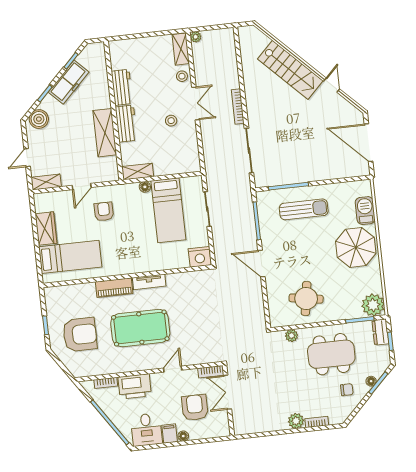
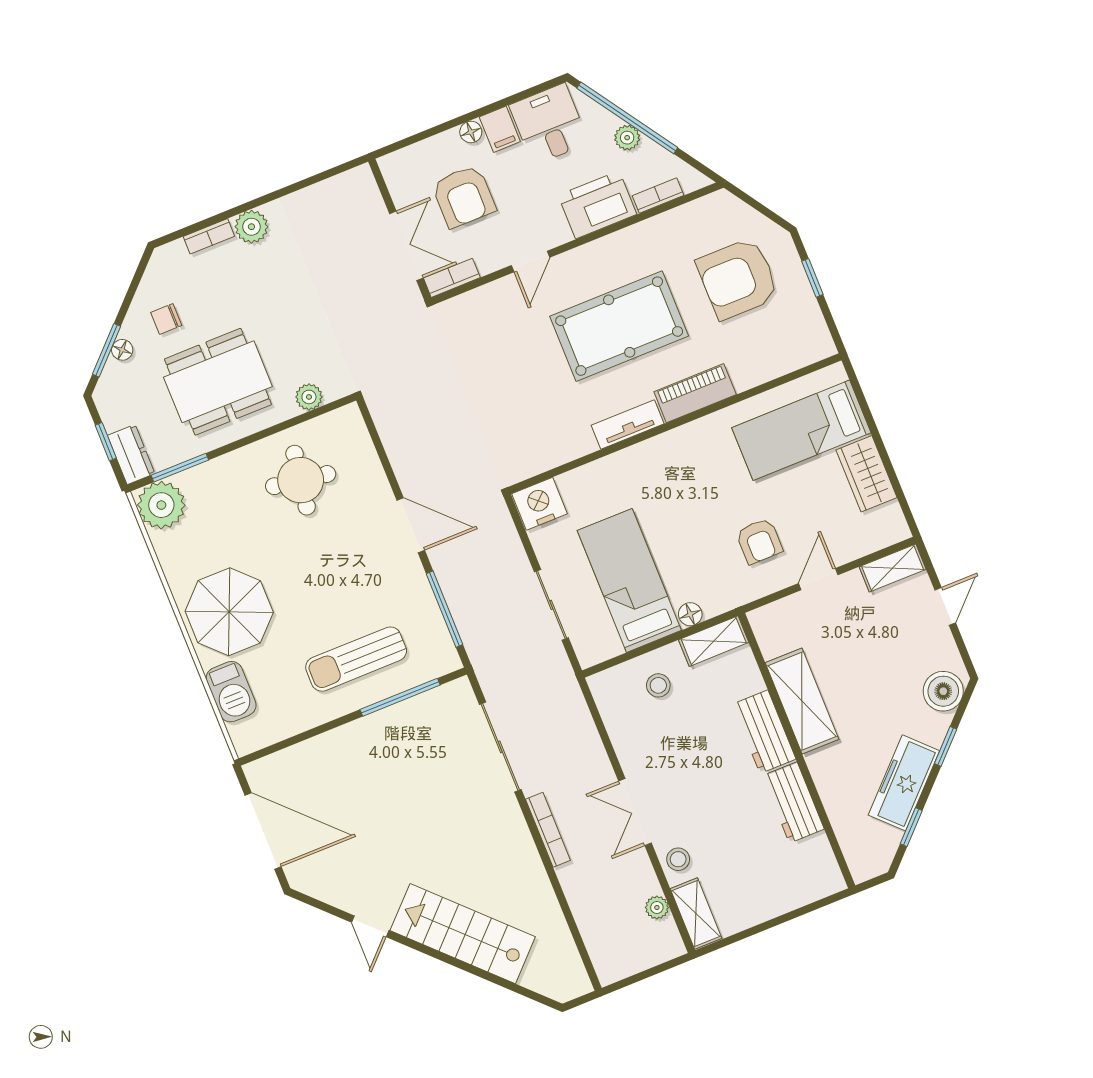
plant: (196, 37) -> (657, 907), moved
stool: (171, 121) -> (658, 685), moved
plant: (112, 413) -> (627, 138), added

